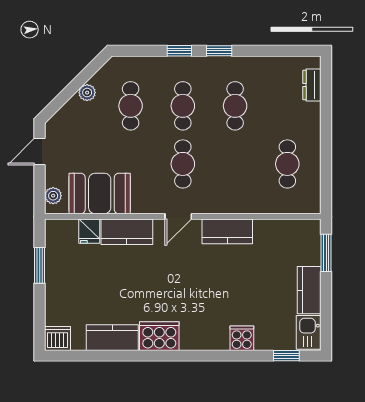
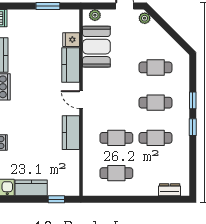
plant: (87, 93) -> (145, 18), moved
cafe table: (183, 164) -> (116, 138), moved
window: (326, 253) -> (56, 199), width x0.67

